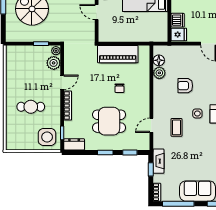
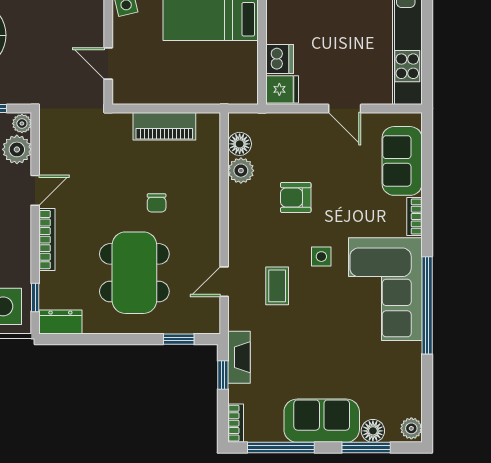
door: (97, 12) -> (108, 64), moved
piano: (118, 54) -> (164, 126), width x0.73, depth x0.75
dining table: (109, 121) -> (134, 273), width x1.38
window: (105, 153) -> (126, 339), removed

